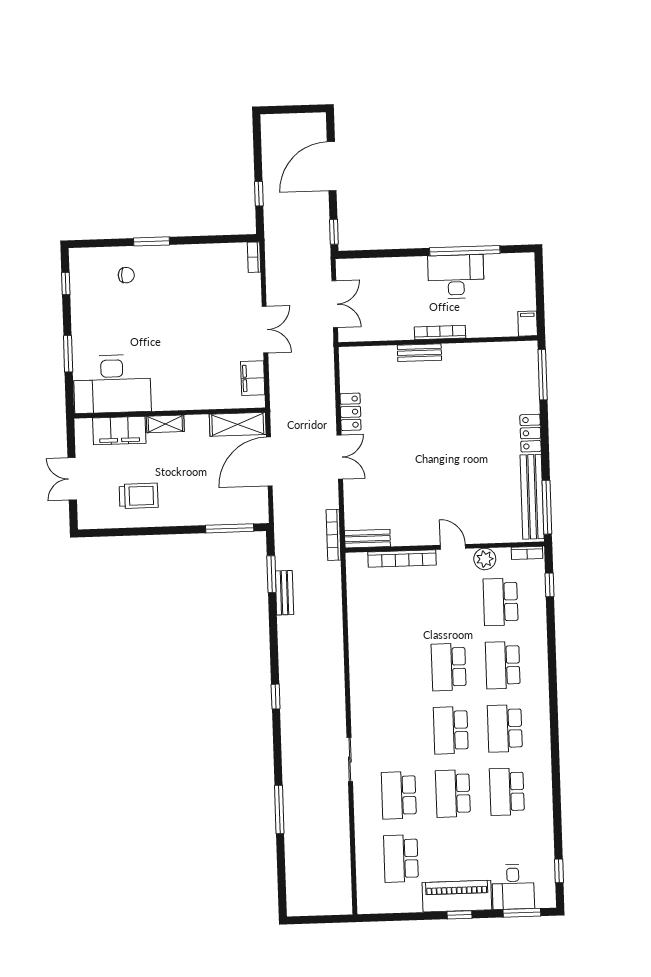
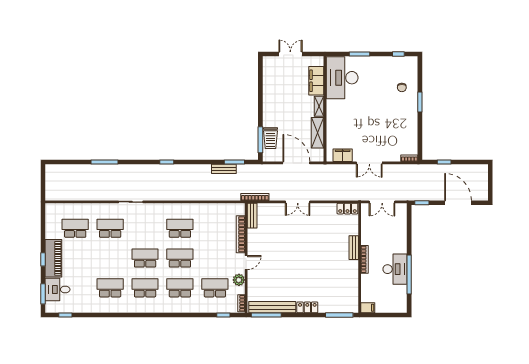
locker: (351, 412) -> (347, 209), moved
shelving: (238, 424) -> (318, 133), moved
trolley: (139, 496) -> (271, 138), moved
school desk: (453, 793) -> (180, 228), moved

